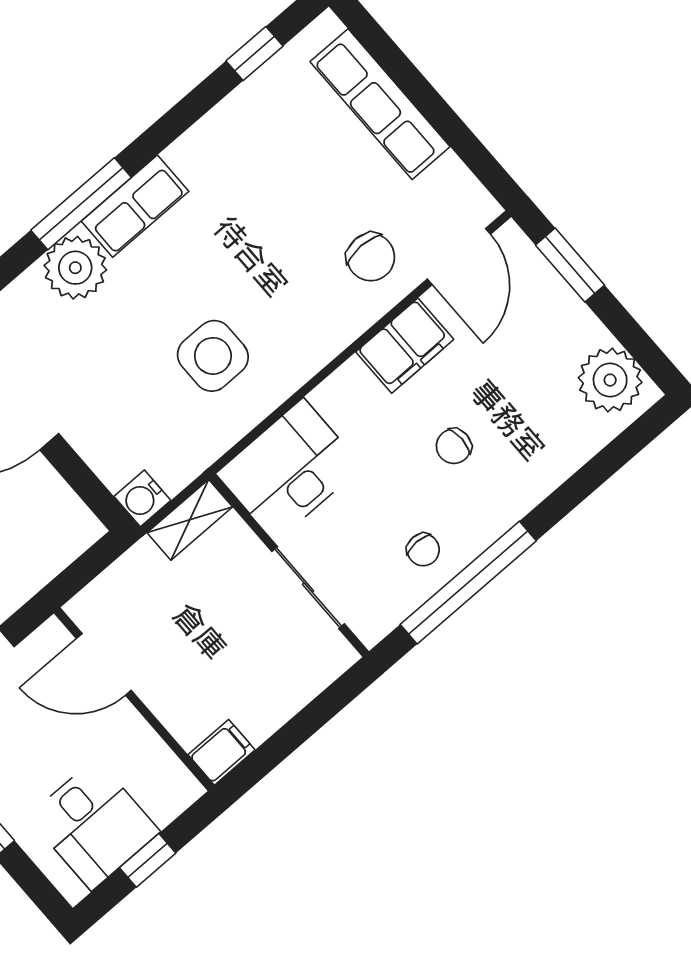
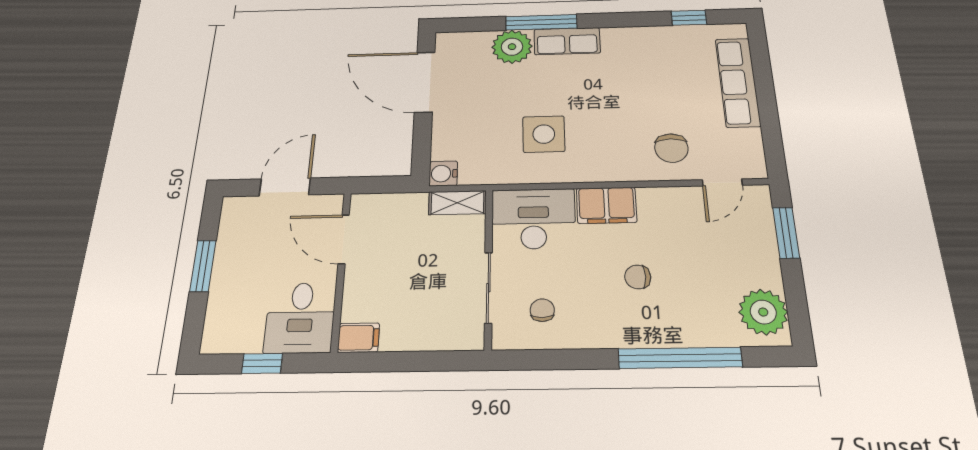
door: (459, 257) -> (722, 182), width x0.73
filing cabinet: (405, 346) -> (606, 205), moved
chair: (423, 550) -> (542, 310), moved, turned 180
window: (468, 583) -> (680, 358), moved
desk: (94, 824) -> (300, 318), moved

